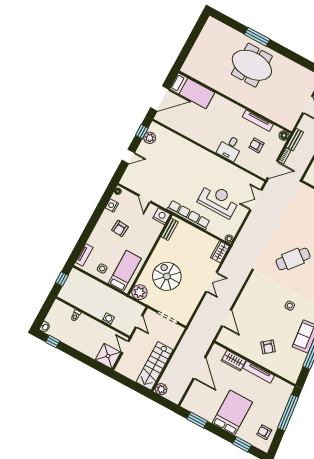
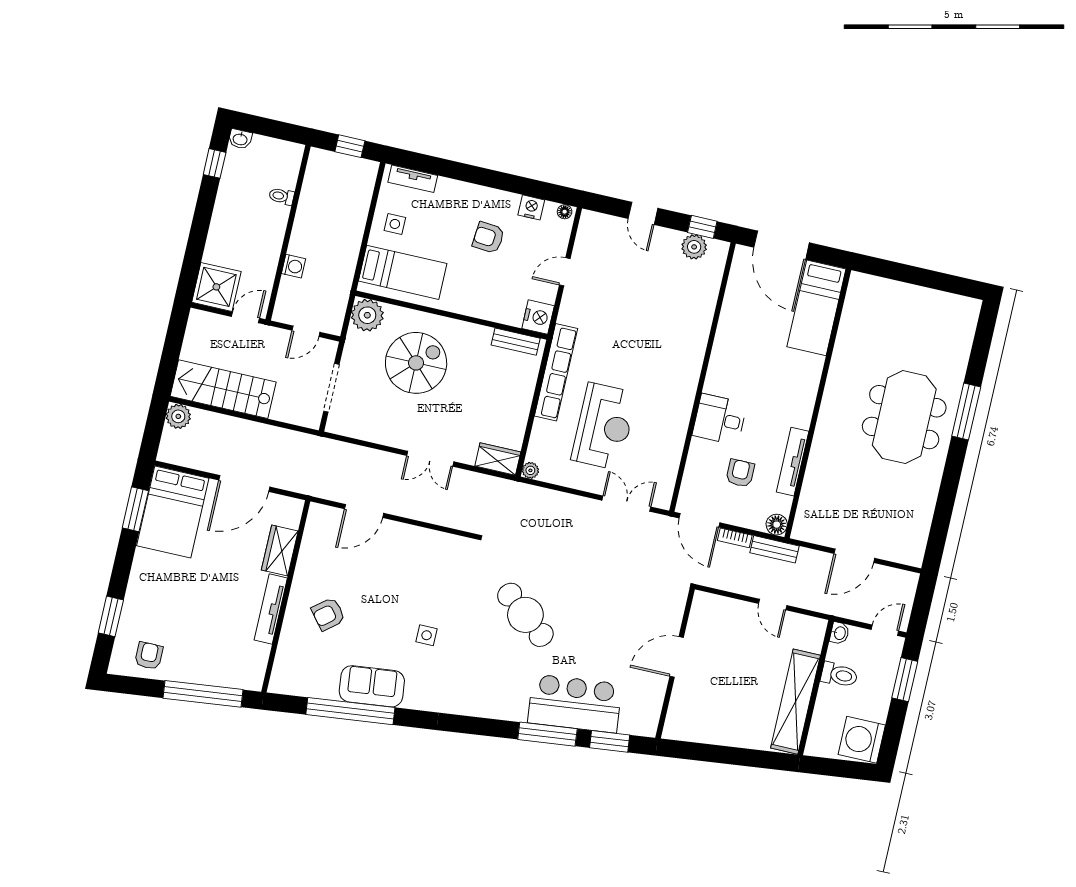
bed: (232, 413) -> (173, 512), moved, turned 90

